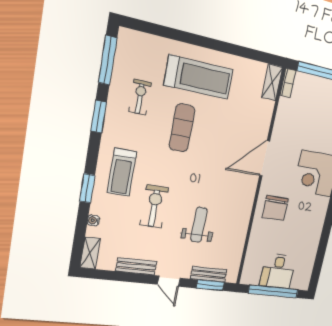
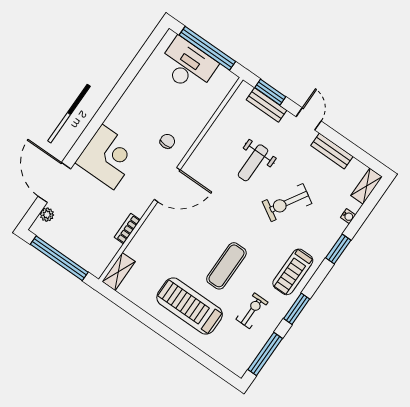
bookcase: (288, 83) -> (127, 229), moved
exercise bike: (140, 97) -> (252, 311), turned 180
door: (265, 158) -> (167, 185), moved
treadmill: (122, 172) -> (293, 272), moved, turned 180
exercise bike: (154, 206) -> (287, 203), turned 31
chair: (275, 208) -> (167, 141), width x0.54, depth x0.54
desk: (278, 271) -> (187, 65), width x1.37

